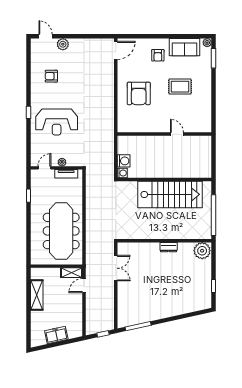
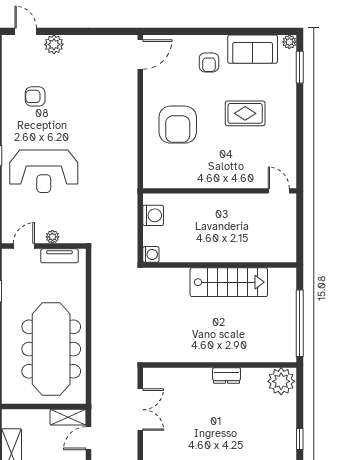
door: (177, 134) -> (279, 191), moved
washing machine: (124, 161) -> (153, 215), moved
stairs: (170, 194) -> (229, 282), width x0.73, depth x0.66

